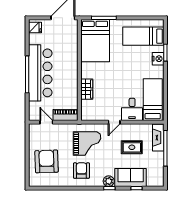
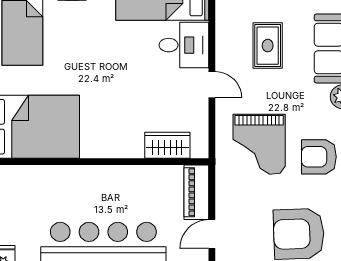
wardrobe: (87, 89) -> (167, 145), moved
grand piano: (87, 143) -> (259, 144), turned 180

